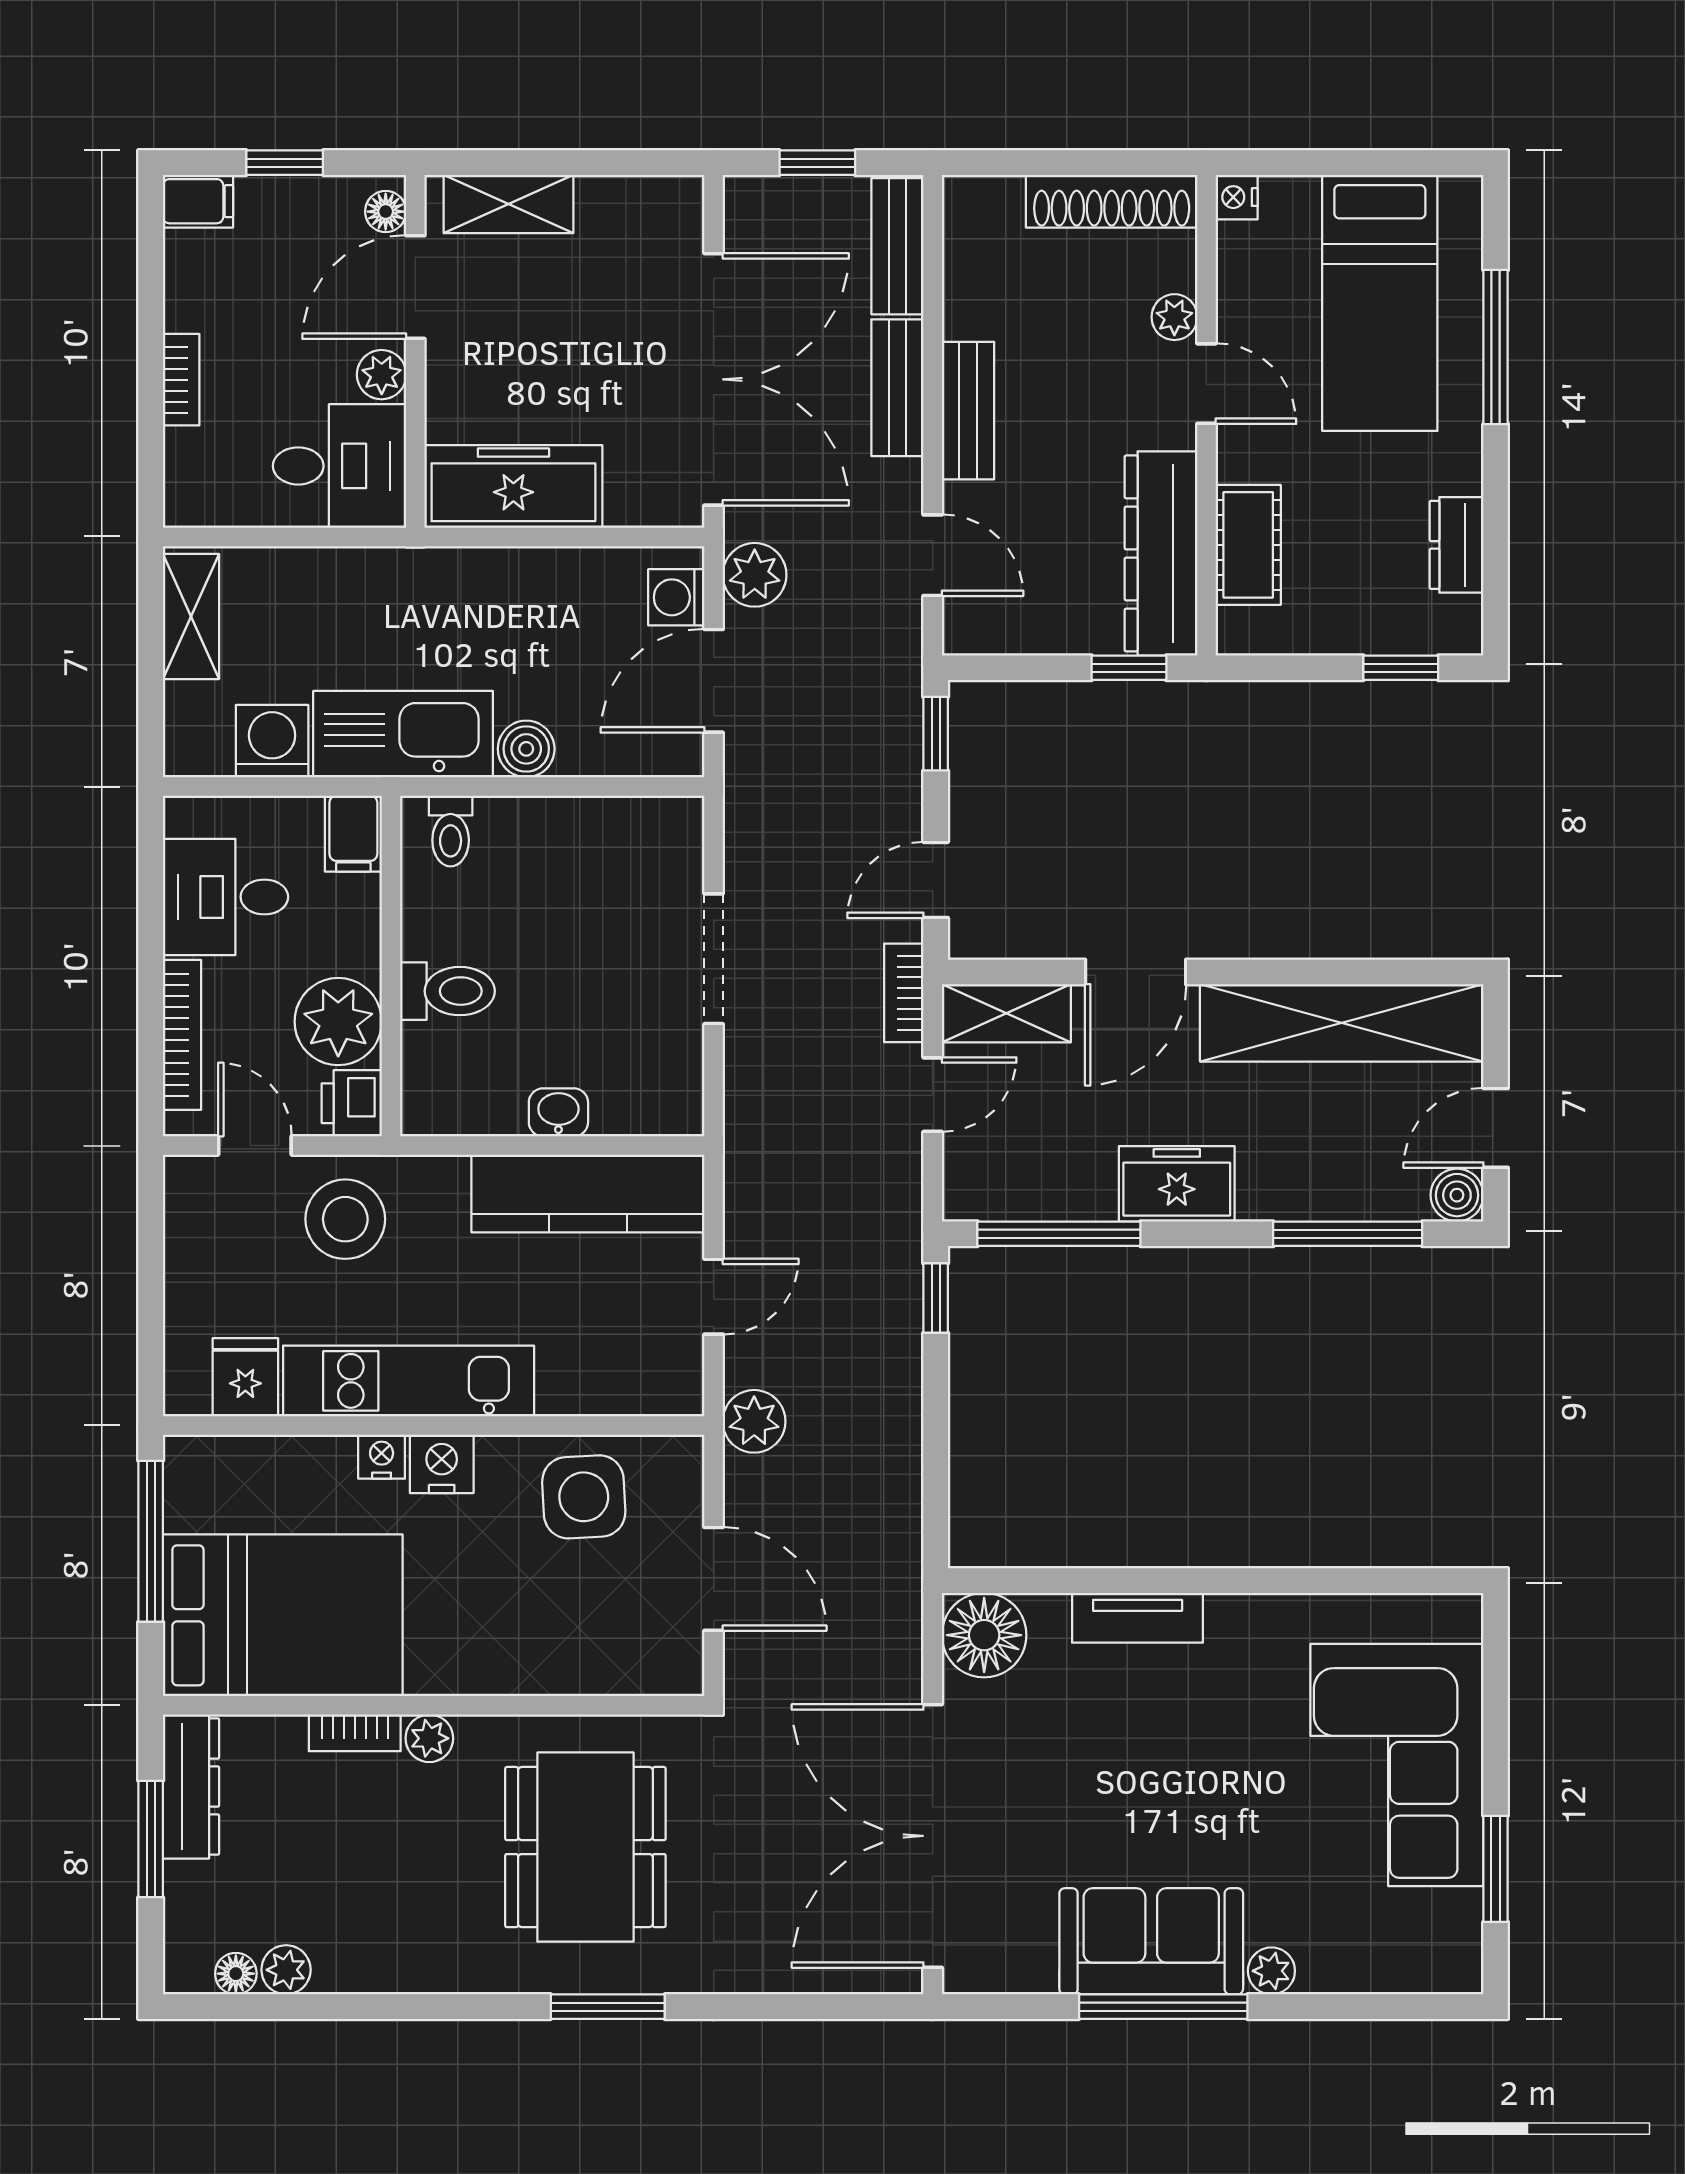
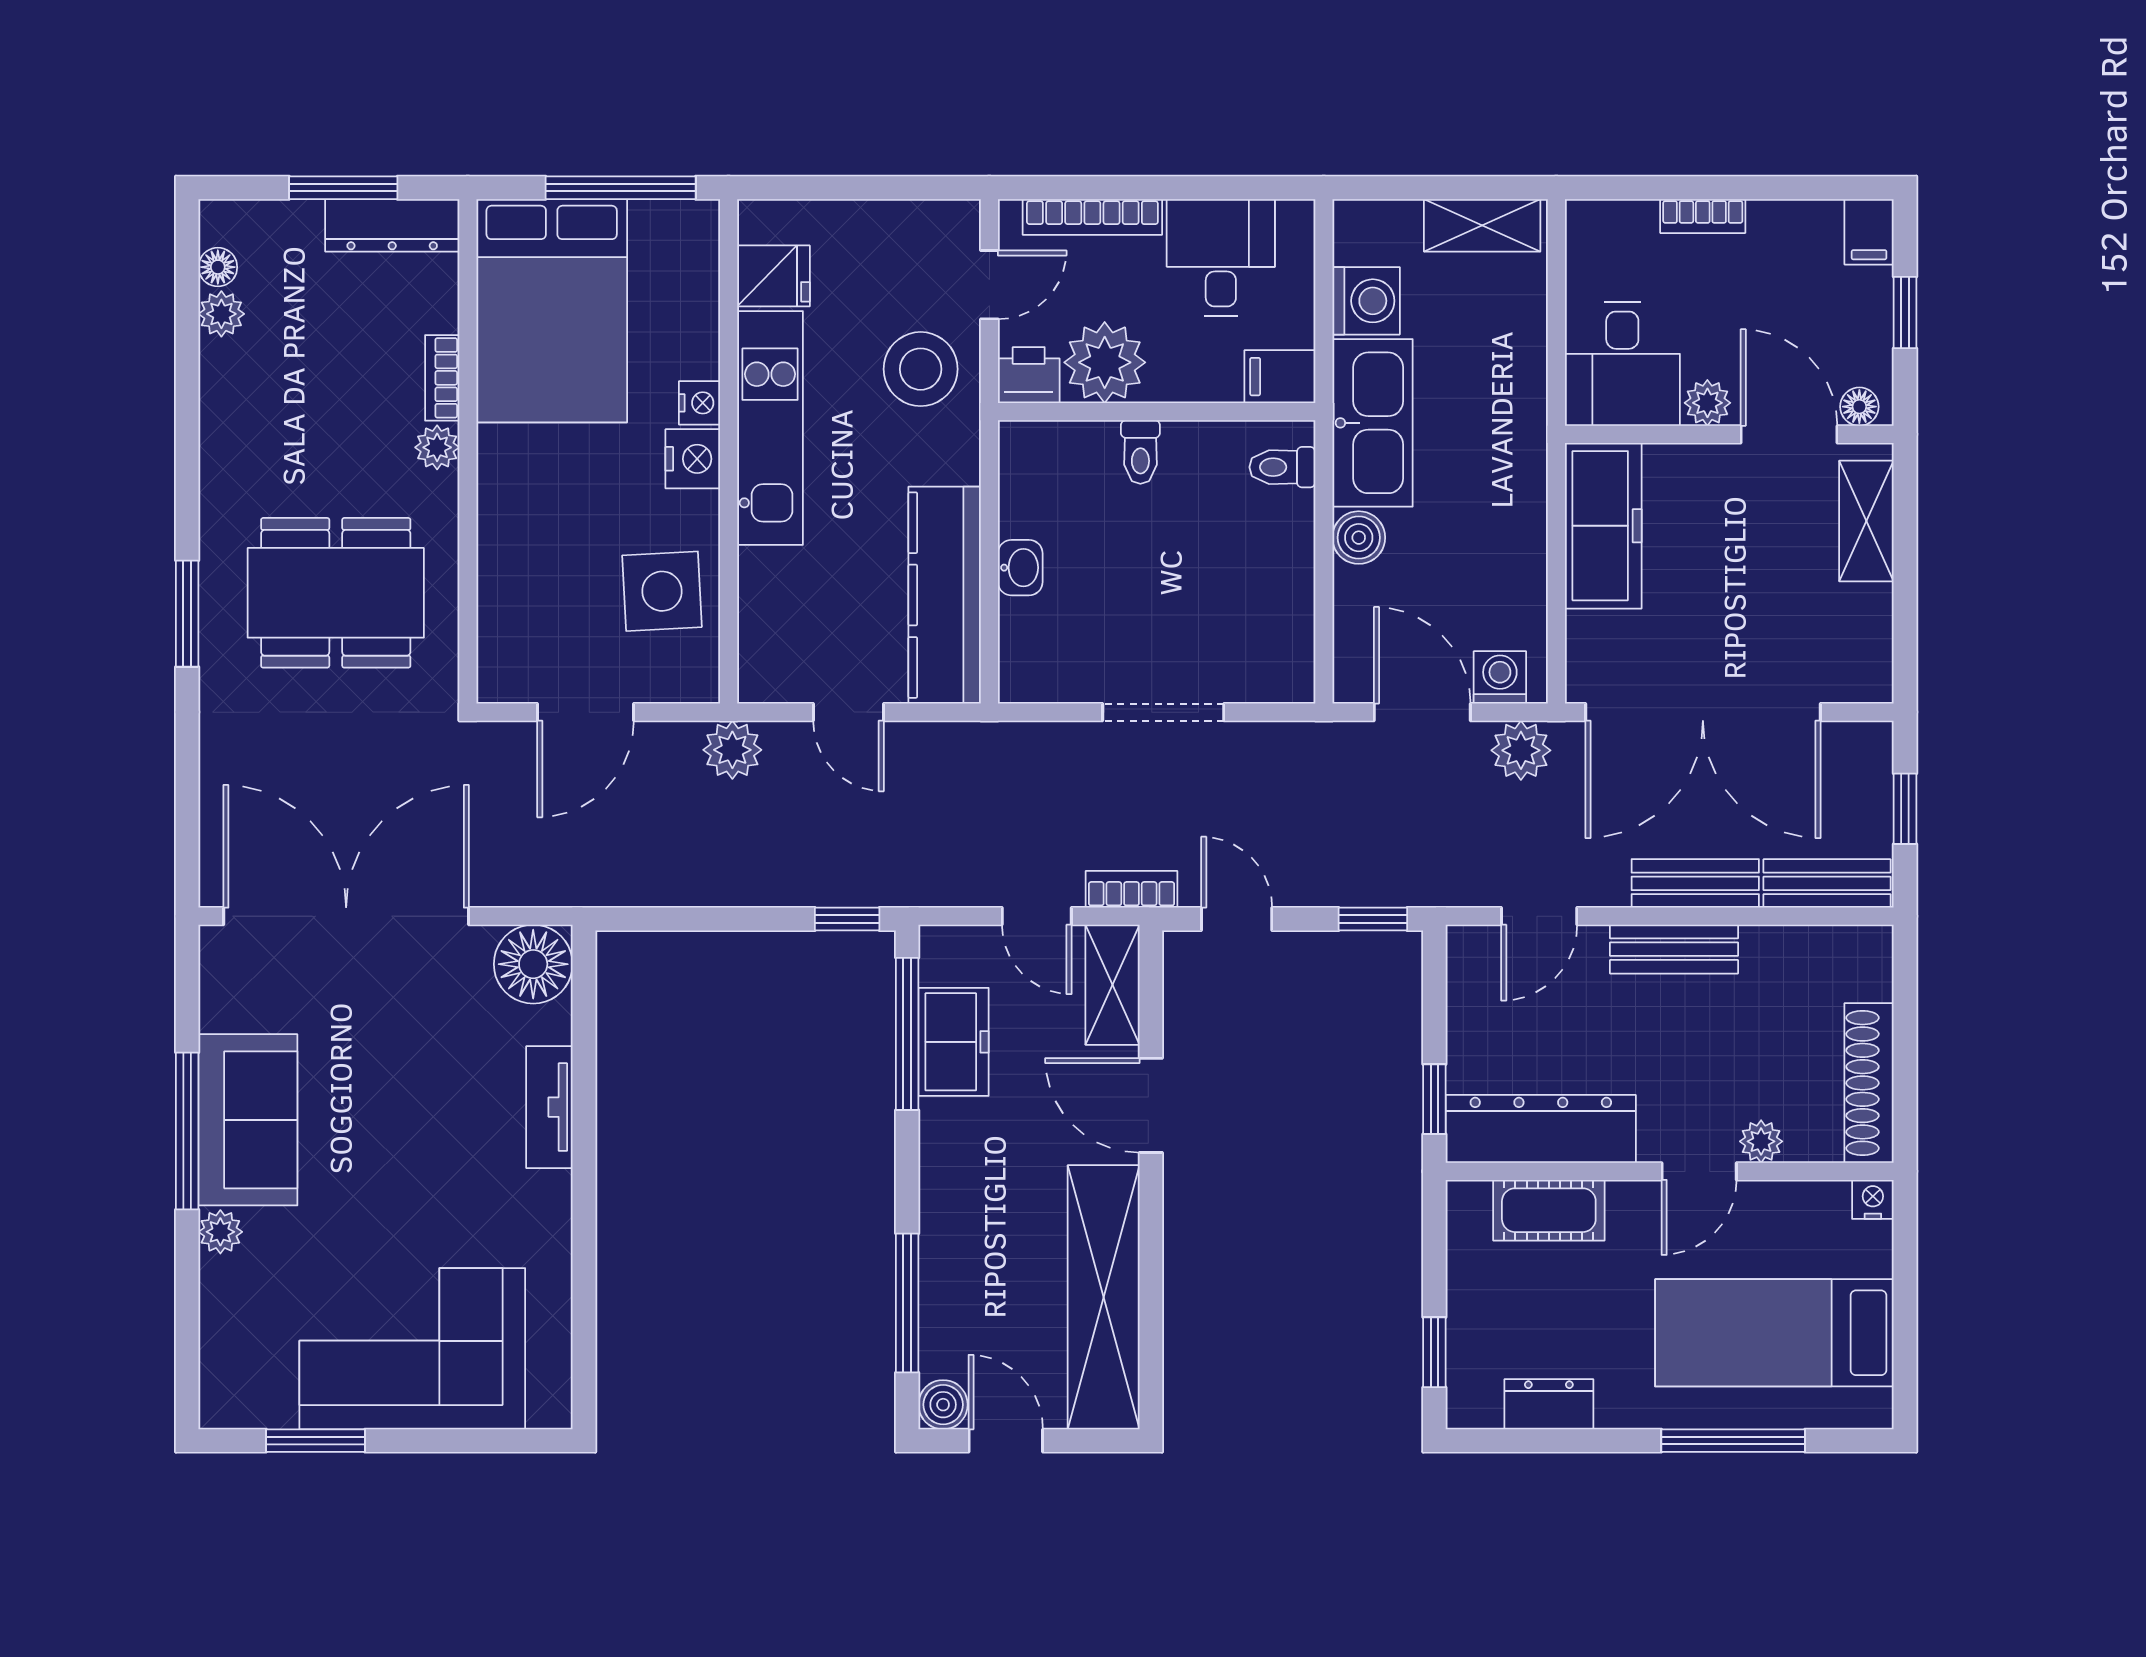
toilet: (447, 991) -> (1140, 452), width x0.73, depth x0.72
freezer: (1177, 1184) -> (954, 1042), moved

